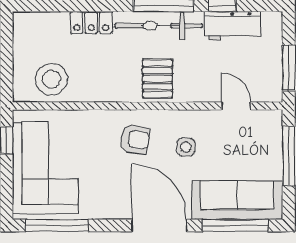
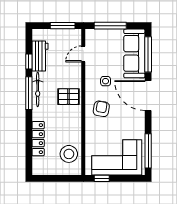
locker: (91, 23) -> (38, 139), width x1.53
bicycle: (159, 26) -> (38, 89), width x0.73, depth x0.71
door: (159, 226) -> (148, 96), hinge flipped

